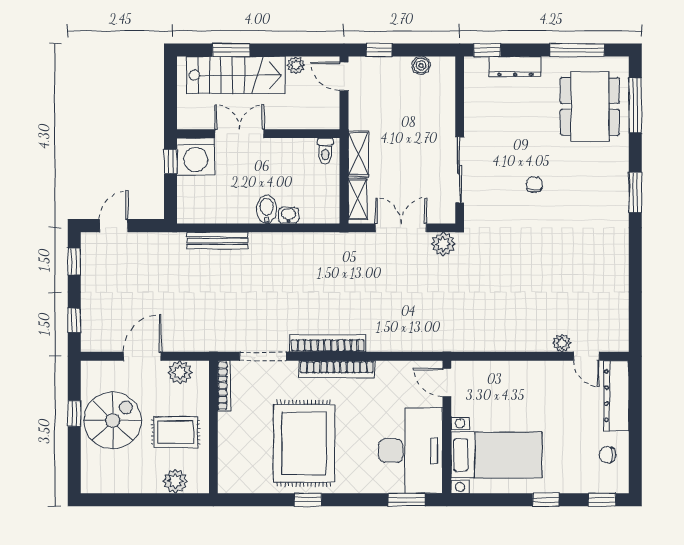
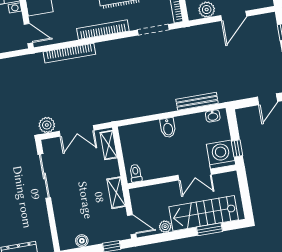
shelving: (358, 154) -> (116, 193), moved
washbasin: (289, 215) -> (213, 116), moved
bookcase: (328, 343) -> (69, 53), moved

